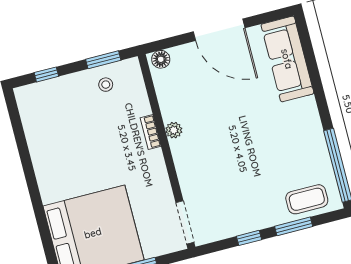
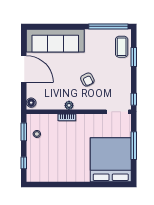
door: (219, 30) -> (24, 69), hinge flipped
sofa: (287, 59) -> (55, 41), width x1.36, depth x1.27
armchair: (230, 152) -> (87, 80), added
window: (249, 238) -> (134, 99), moved

